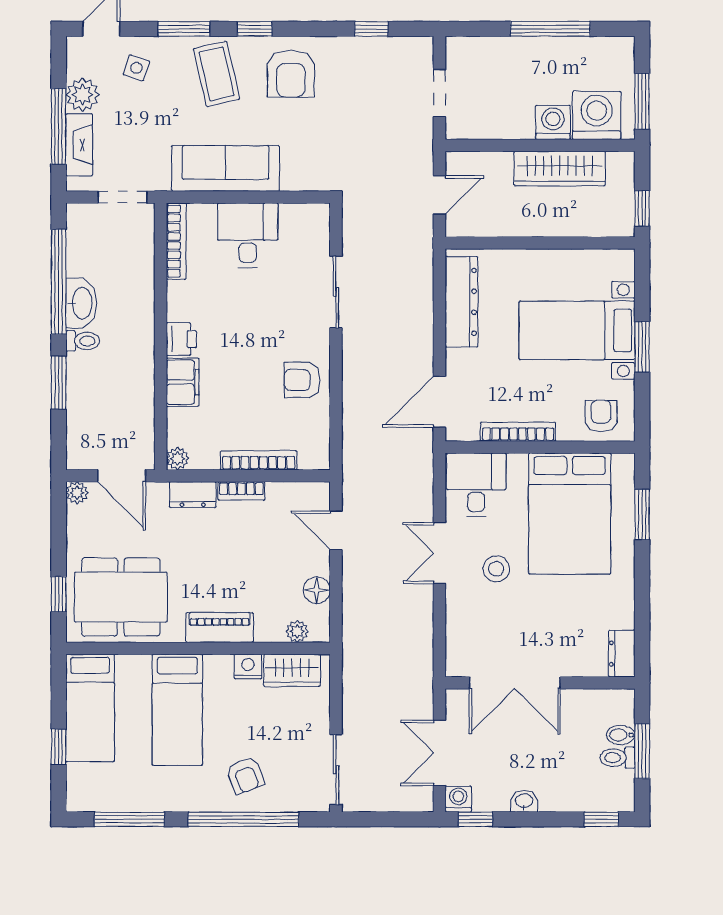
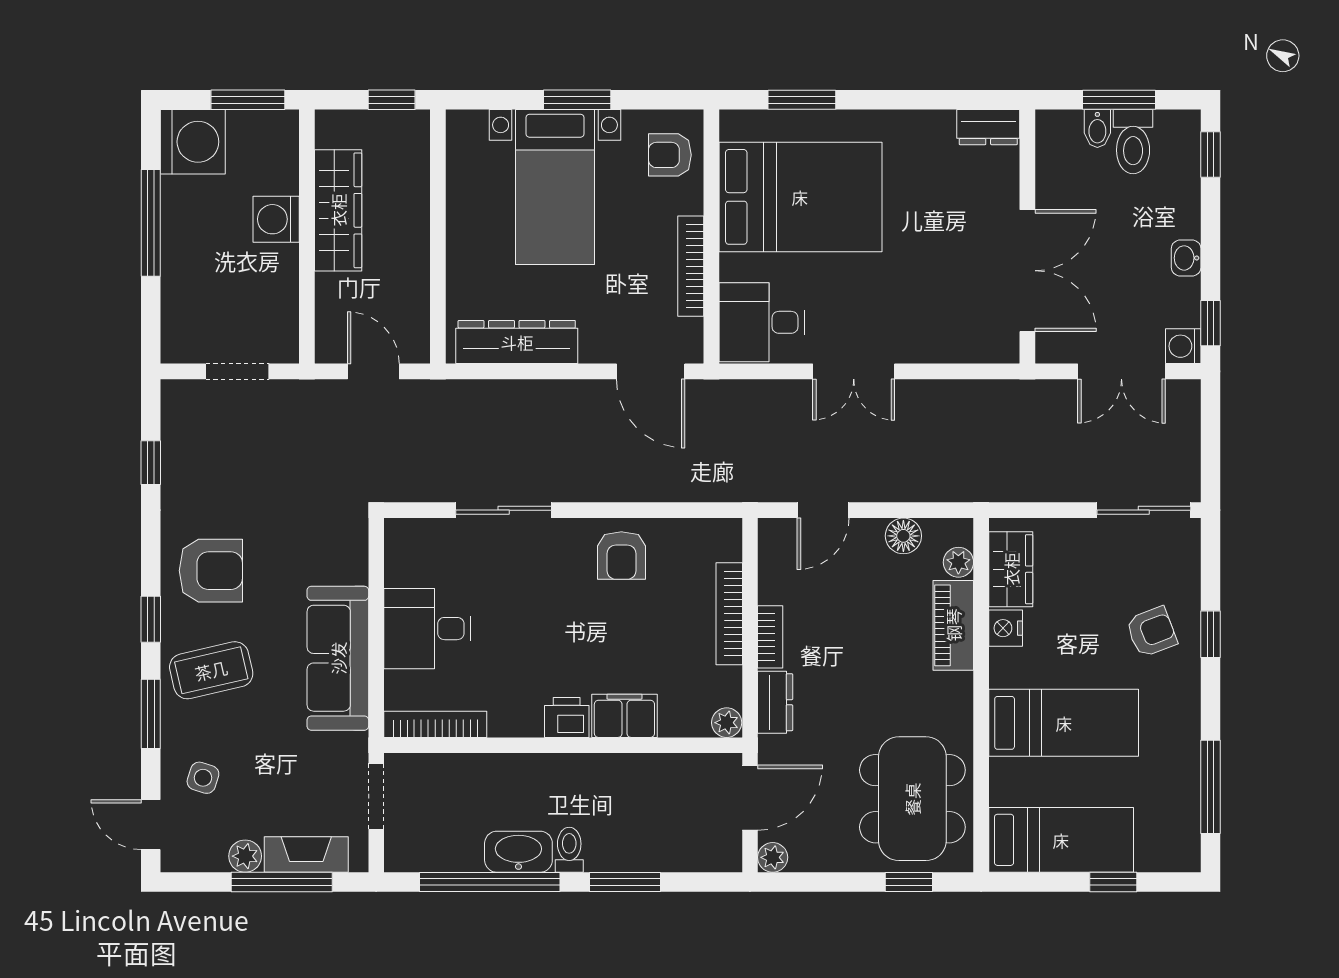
plant: (82, 95) -> (245, 856), width x0.73, depth x0.73
washing machine: (597, 115) -> (193, 142), moved, turned 180
stool: (496, 569) -> (875, 295), removed
piano: (220, 627) -> (953, 625), moved
toilet: (618, 758) -> (1133, 142), width x1.37, depth x1.39
window: (243, 819) -> (1210, 634), width x0.32

